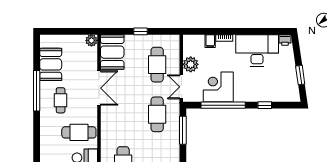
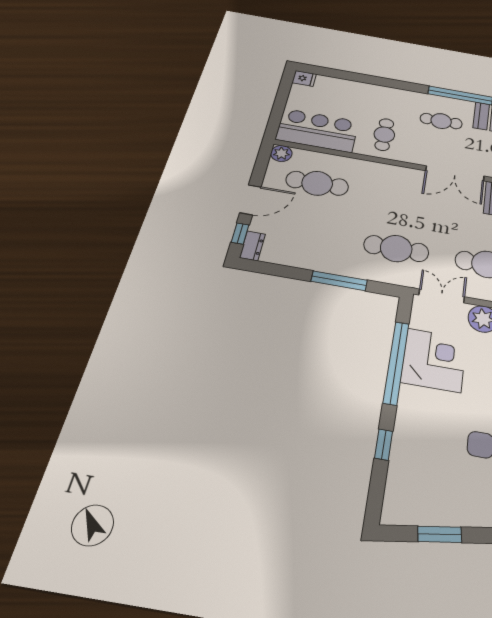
window: (183, 130) -> (339, 281), moved
cafe table: (79, 132) -> (384, 134), width x0.73, depth x0.74

